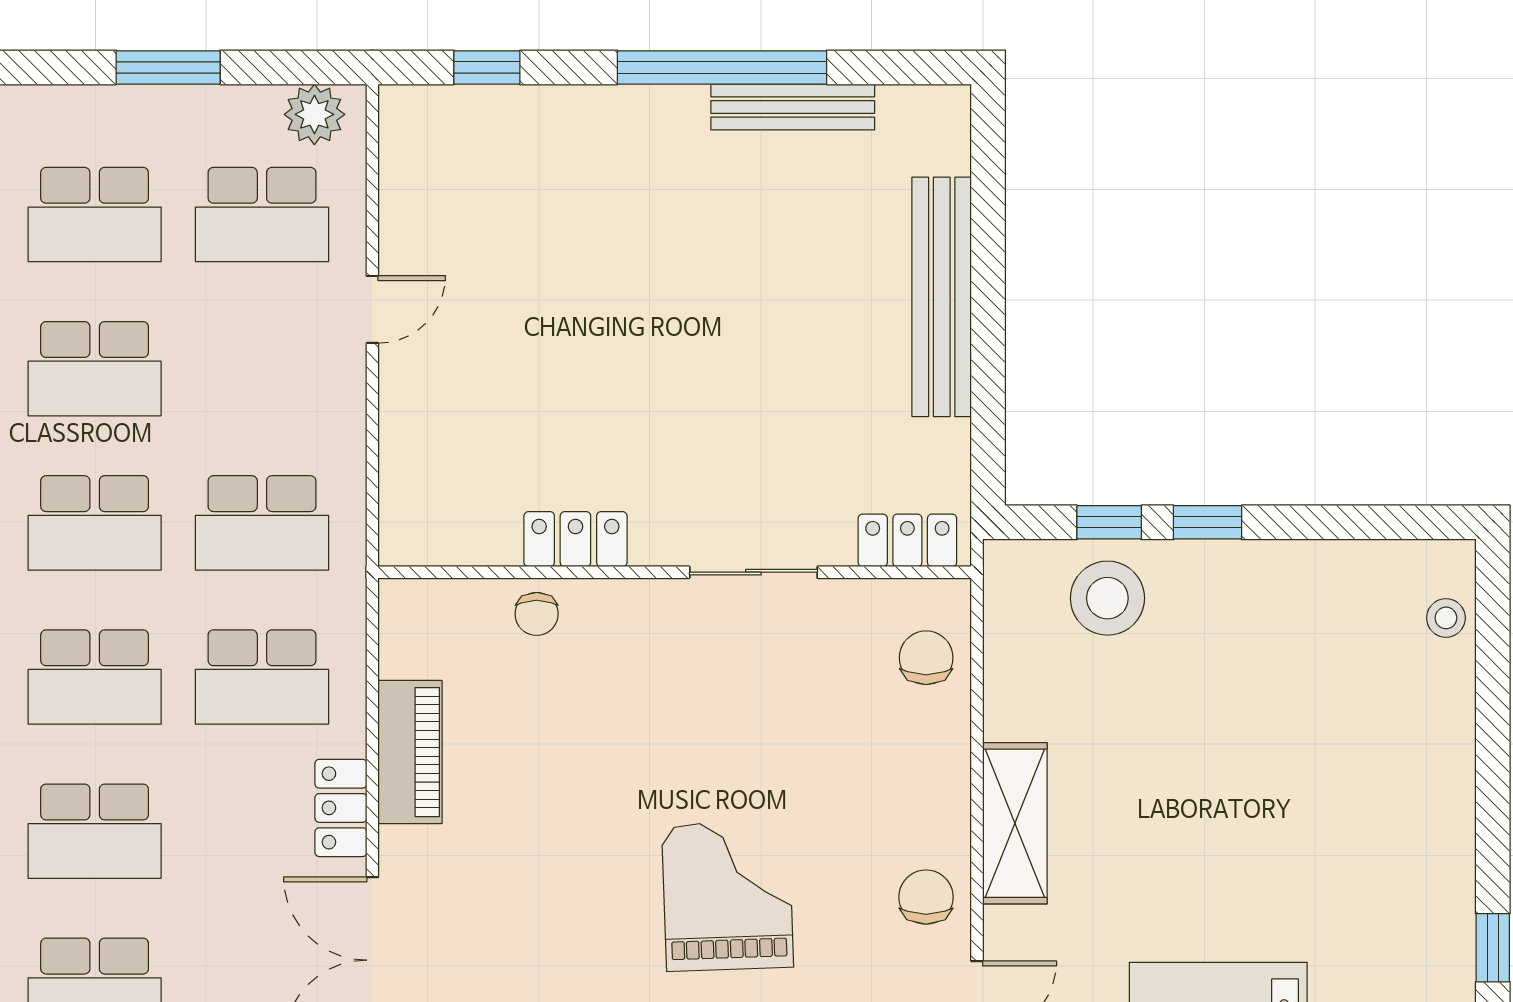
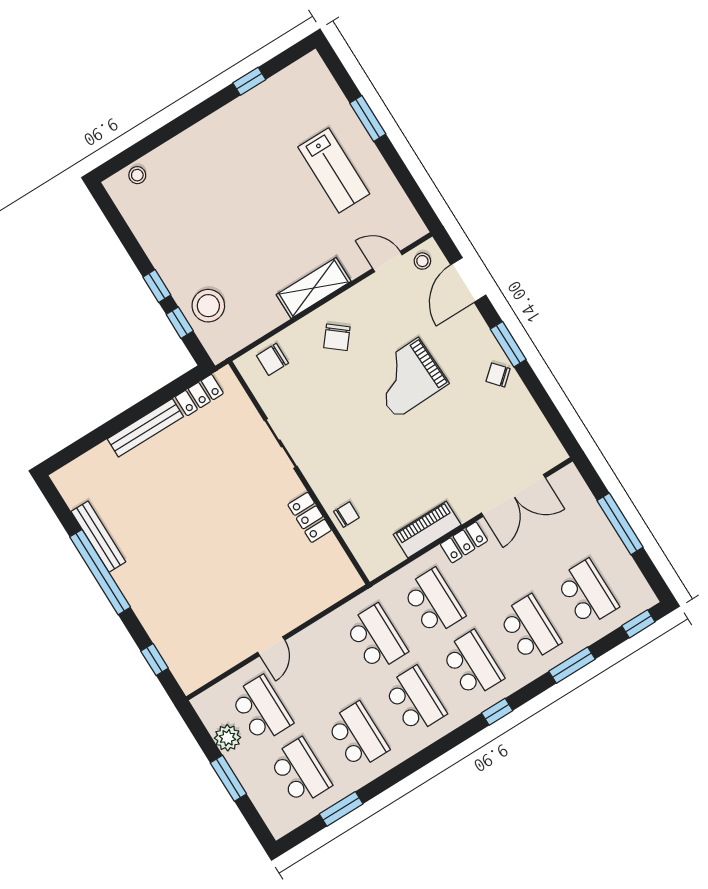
plant: (314, 114) -> (228, 738), moved
bench: (942, 297) -> (145, 428), width x0.73, depth x0.82
door: (372, 309) -> (271, 646), swing flipped
locker: (907, 540) -> (199, 395), moved, turned -90
chair: (926, 897) -> (337, 337), moved, turned -51

